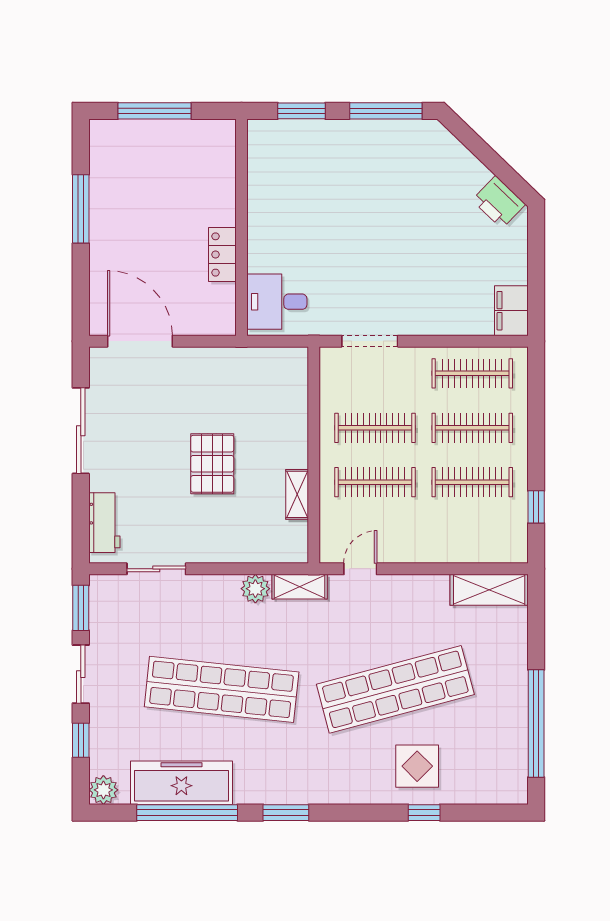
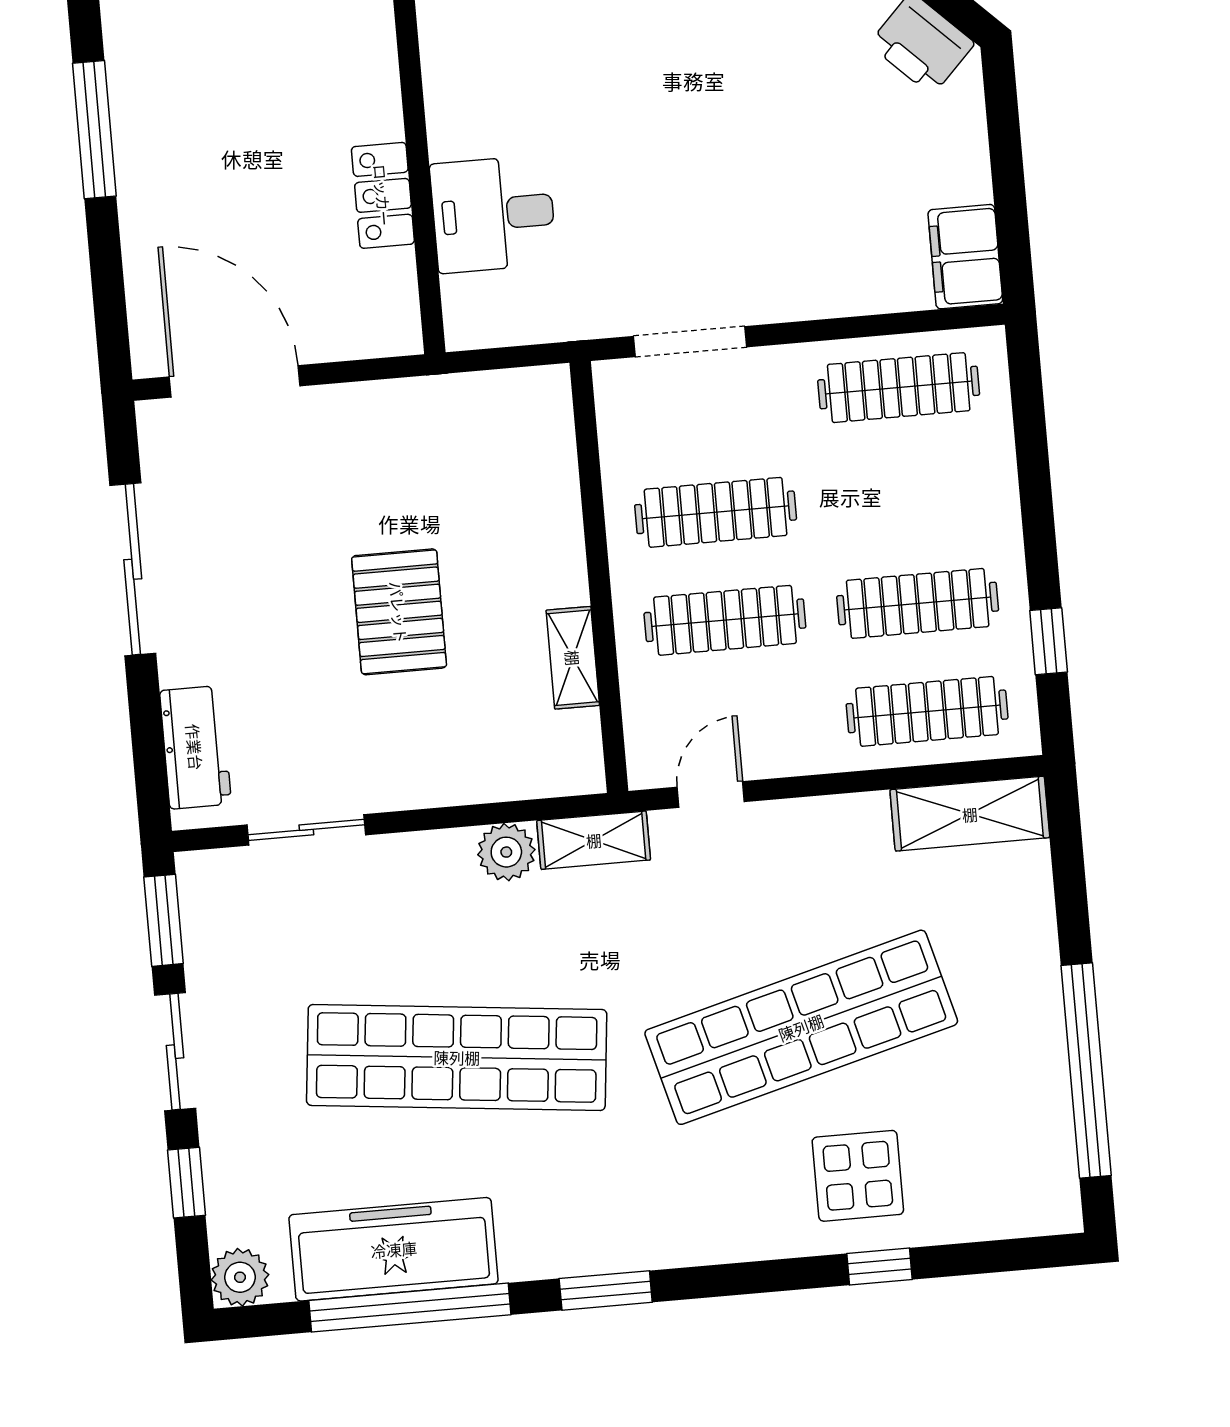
desk: (277, 302) -> (493, 214), moved
clothes rail: (472, 428) -> (927, 711), moved

